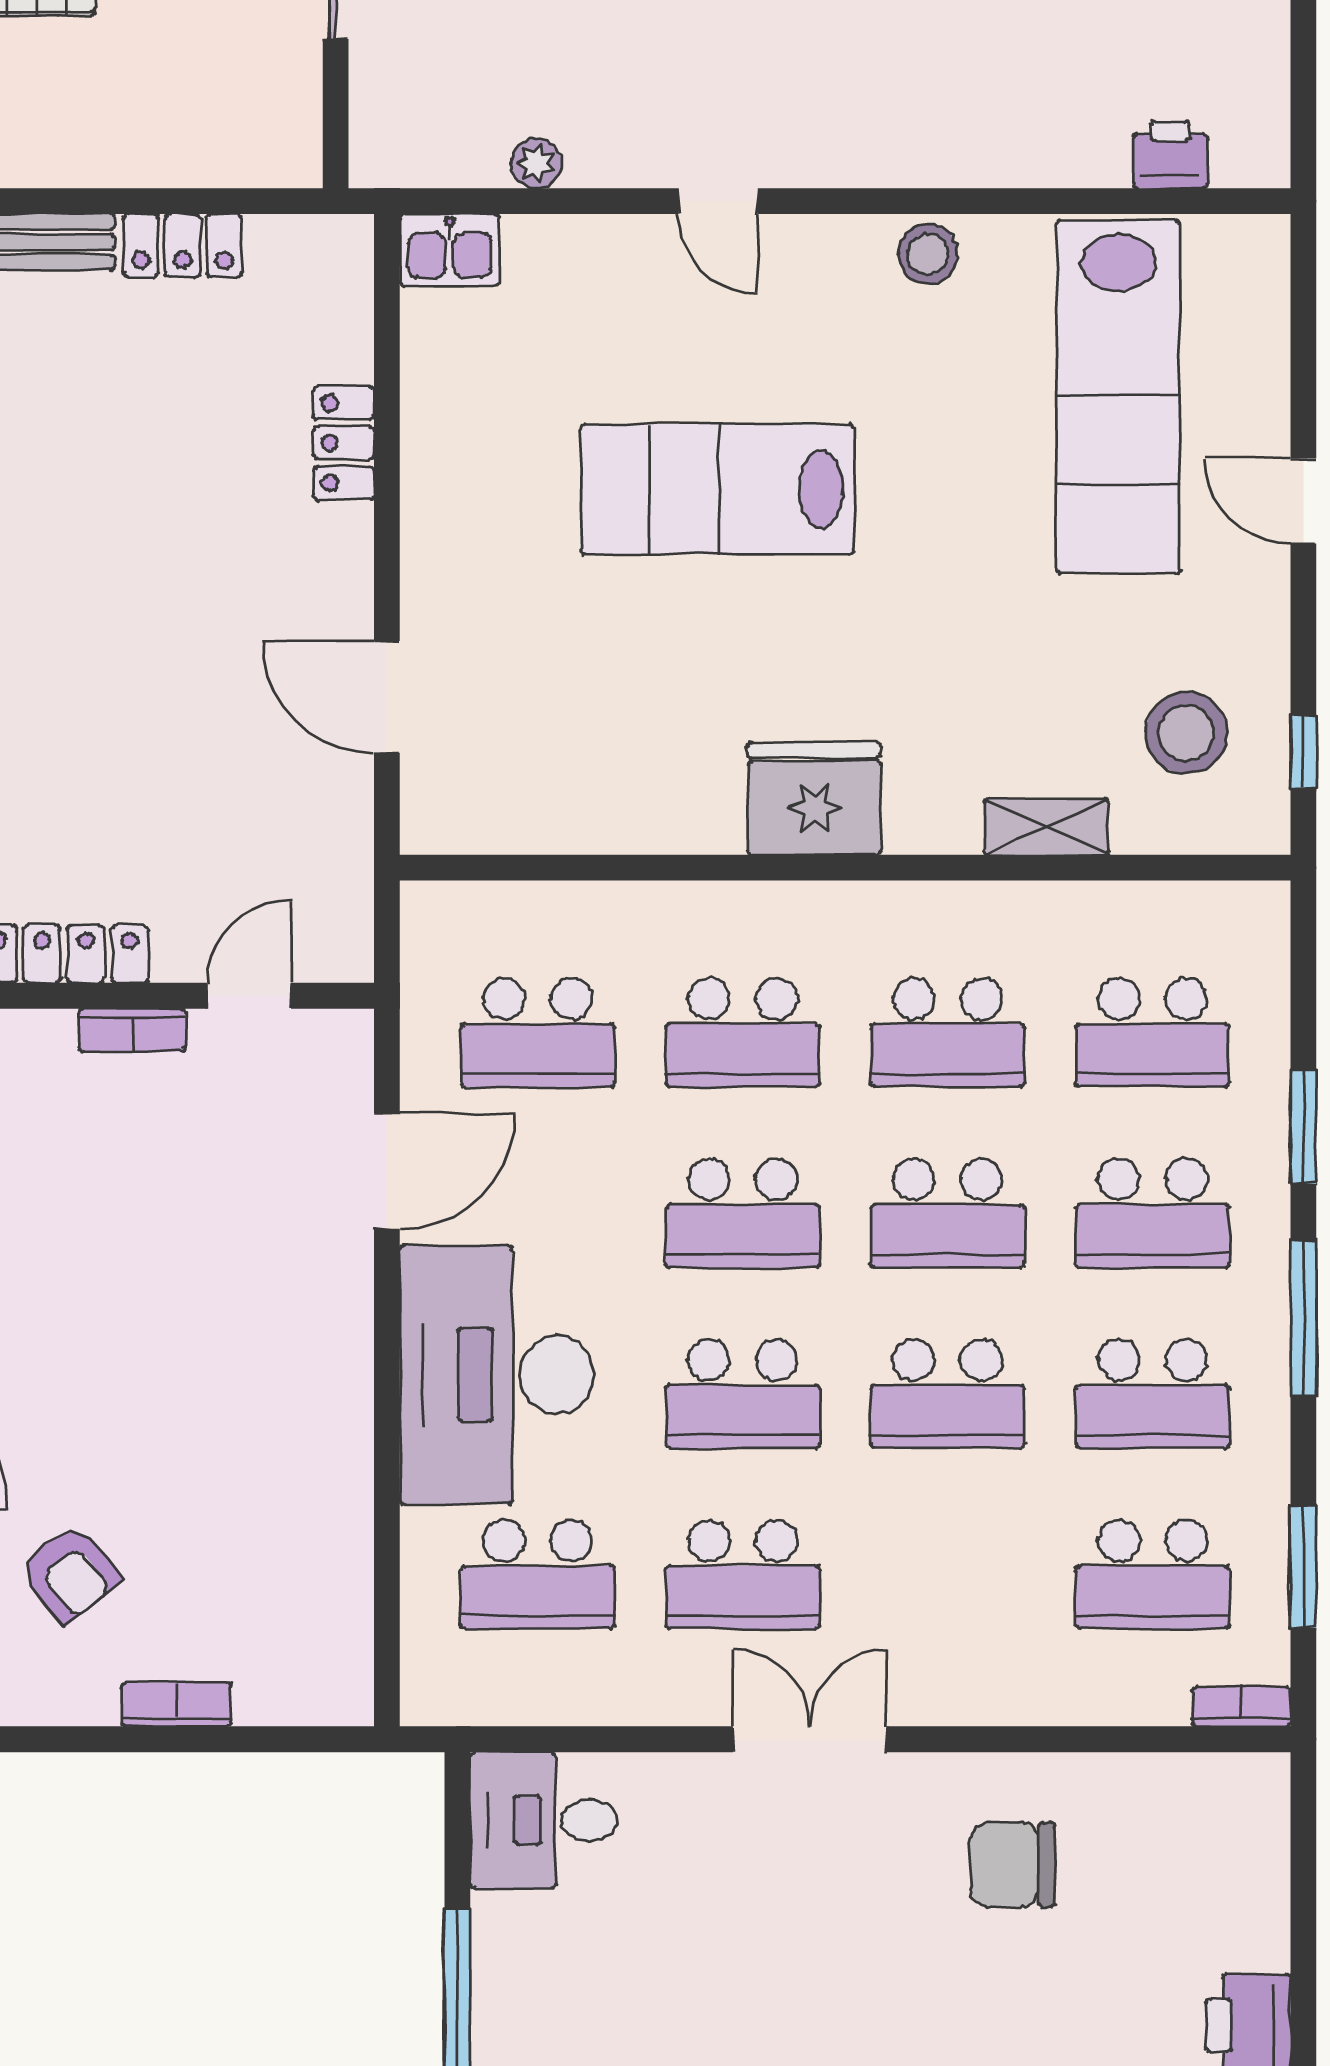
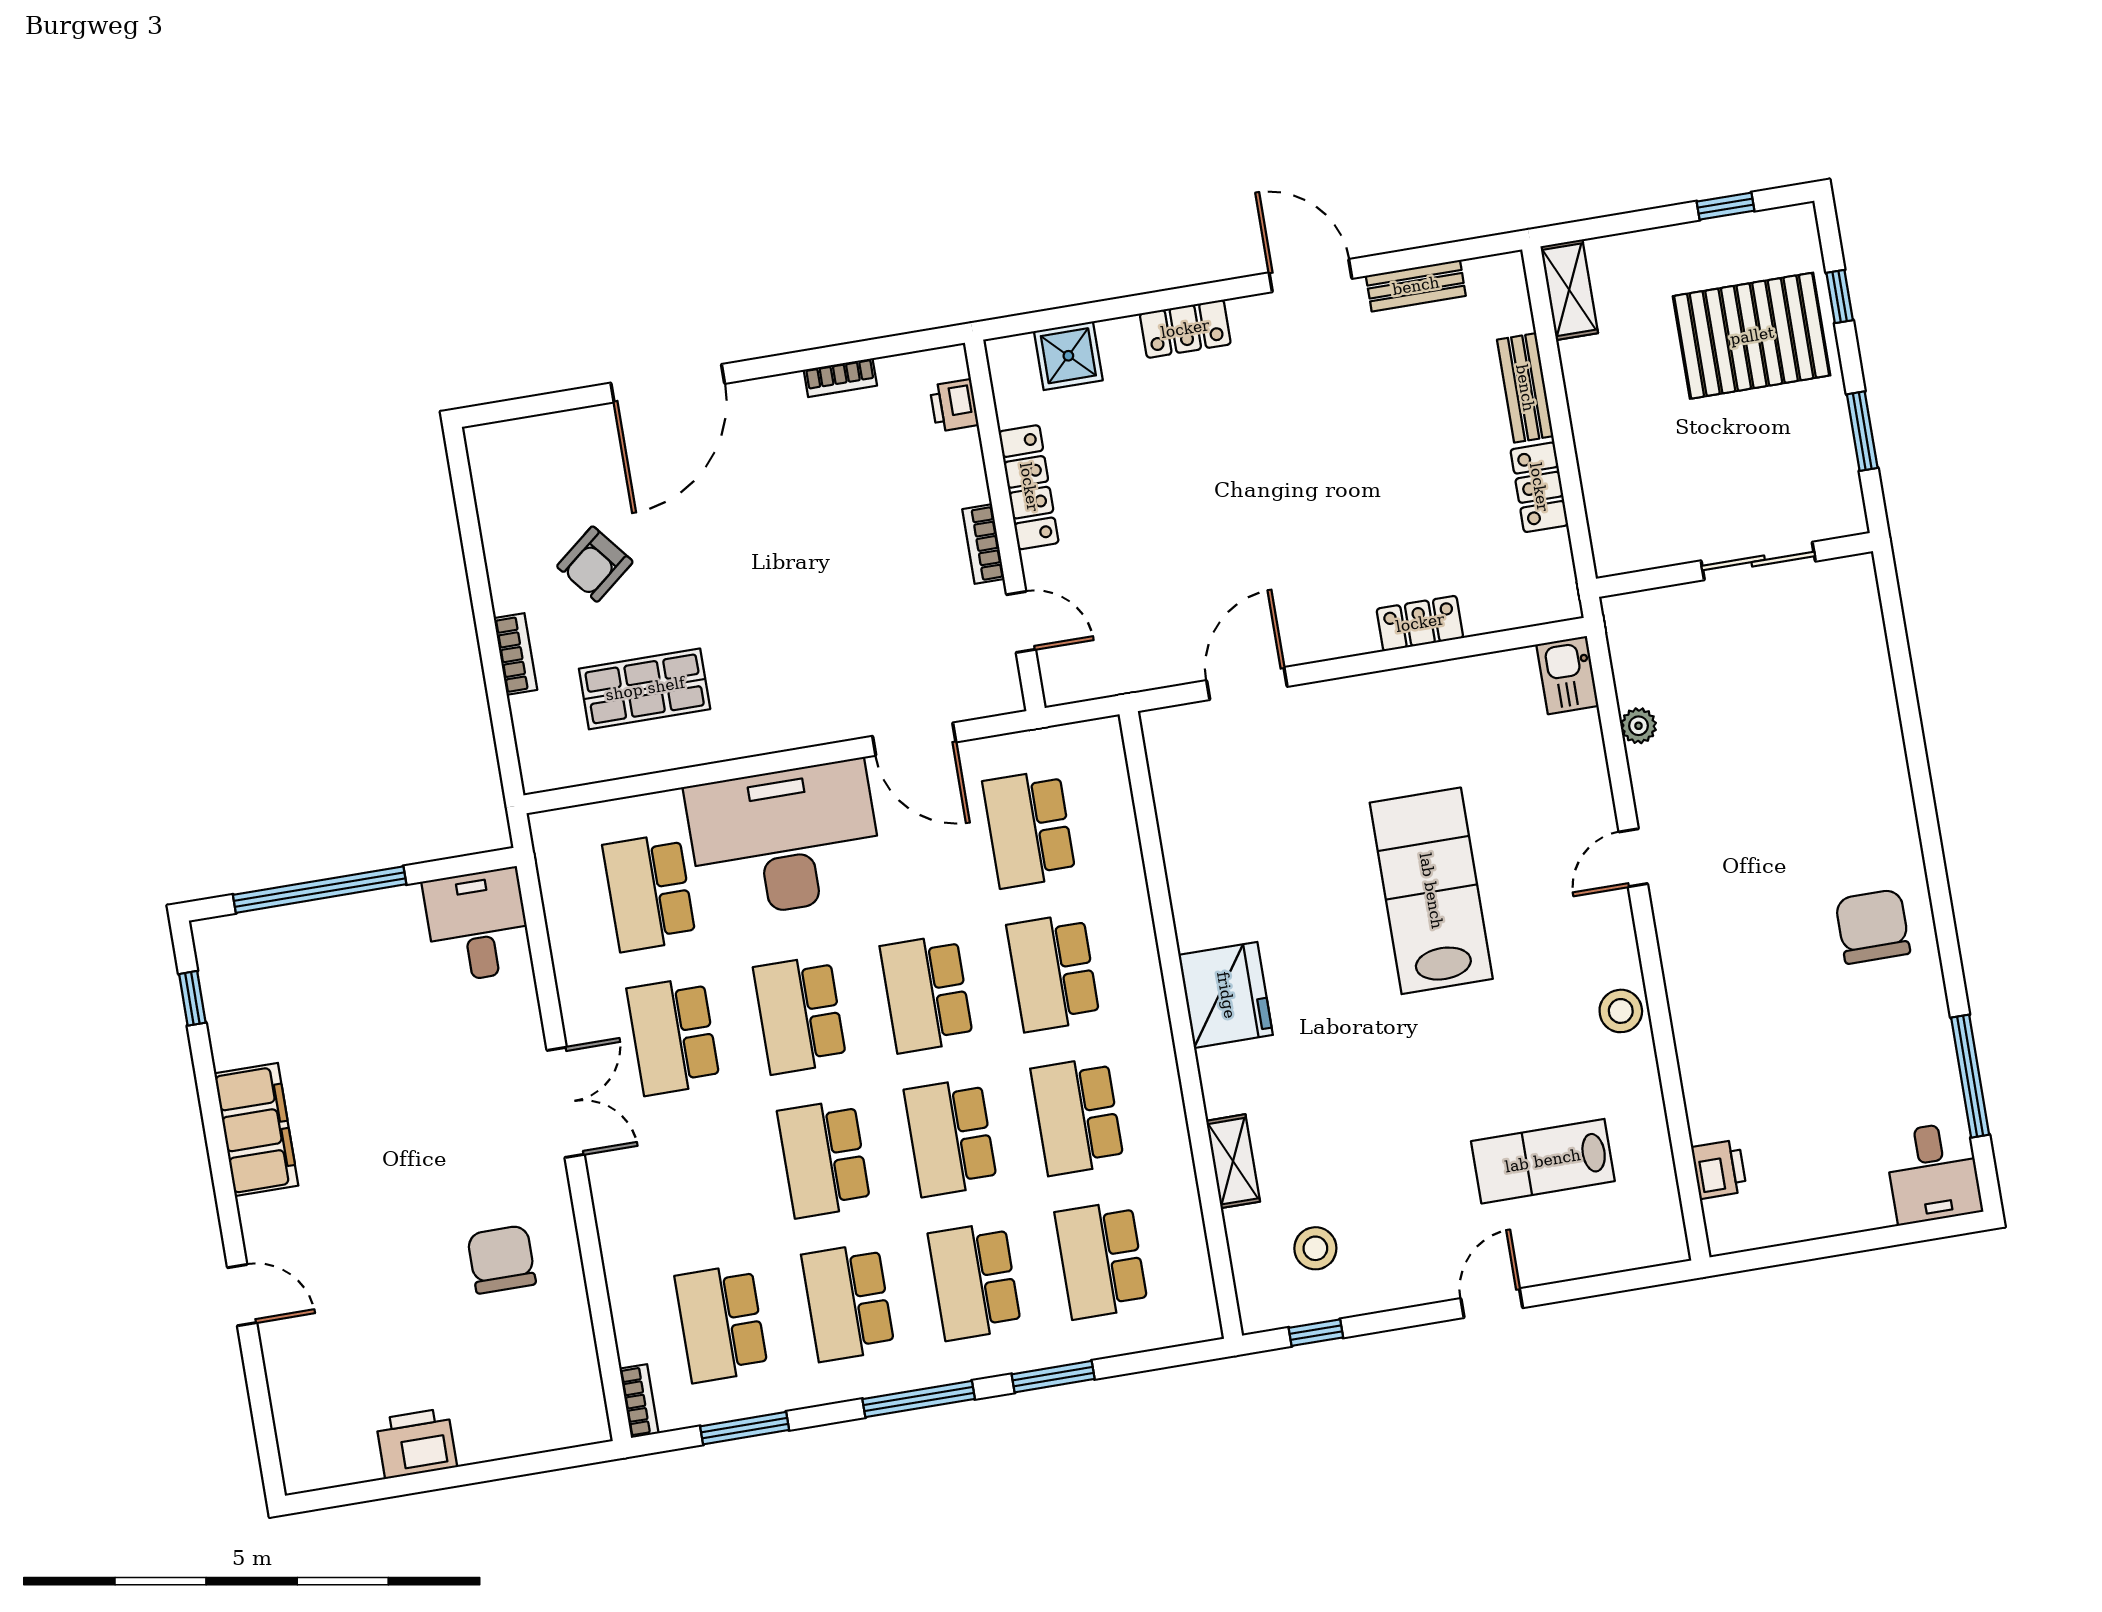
lab bench: (1118, 397) -> (1543, 1161), width x0.54, depth x0.72
stool: (1186, 733) -> (1315, 1248), width x0.73, depth x0.73
shop shelf: (255, 1534) -> (645, 689), added

